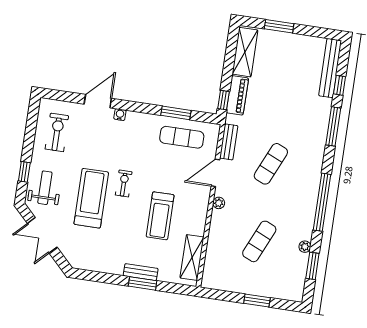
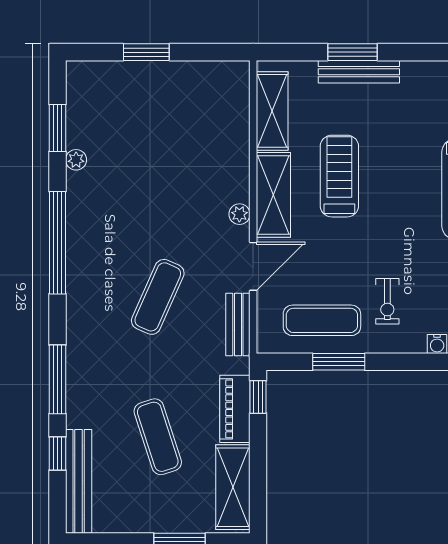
exercise bike: (124, 183) -> (387, 301), moved
shelving: (198, 211) -> (273, 195), added
exercise mat: (259, 241) -> (158, 437), moved, turned -42
bench: (141, 272) -> (359, 72), width x1.36

